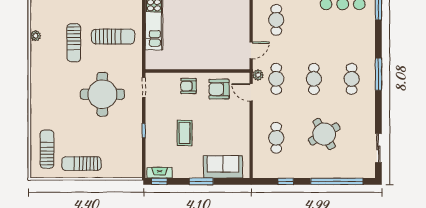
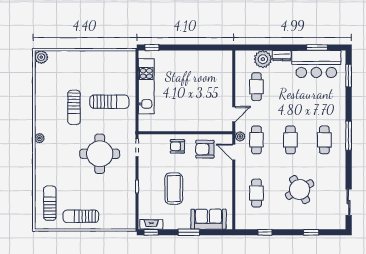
plant: (35, 36) -> (39, 138), moved
coffee table: (185, 133) -> (174, 189), width x1.36, depth x1.32
window: (337, 181) -> (311, 232), width x0.32

